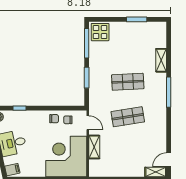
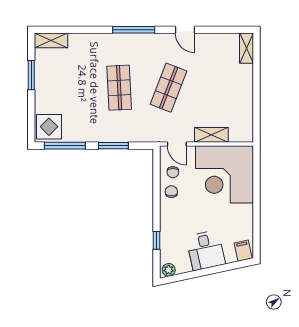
shelving: (161, 60) -> (51, 40), moved
shop shelf: (128, 117) -> (169, 88), turned 30
door: (88, 123) -> (177, 144), swing flipped
door: (169, 160) -> (185, 30), moved

